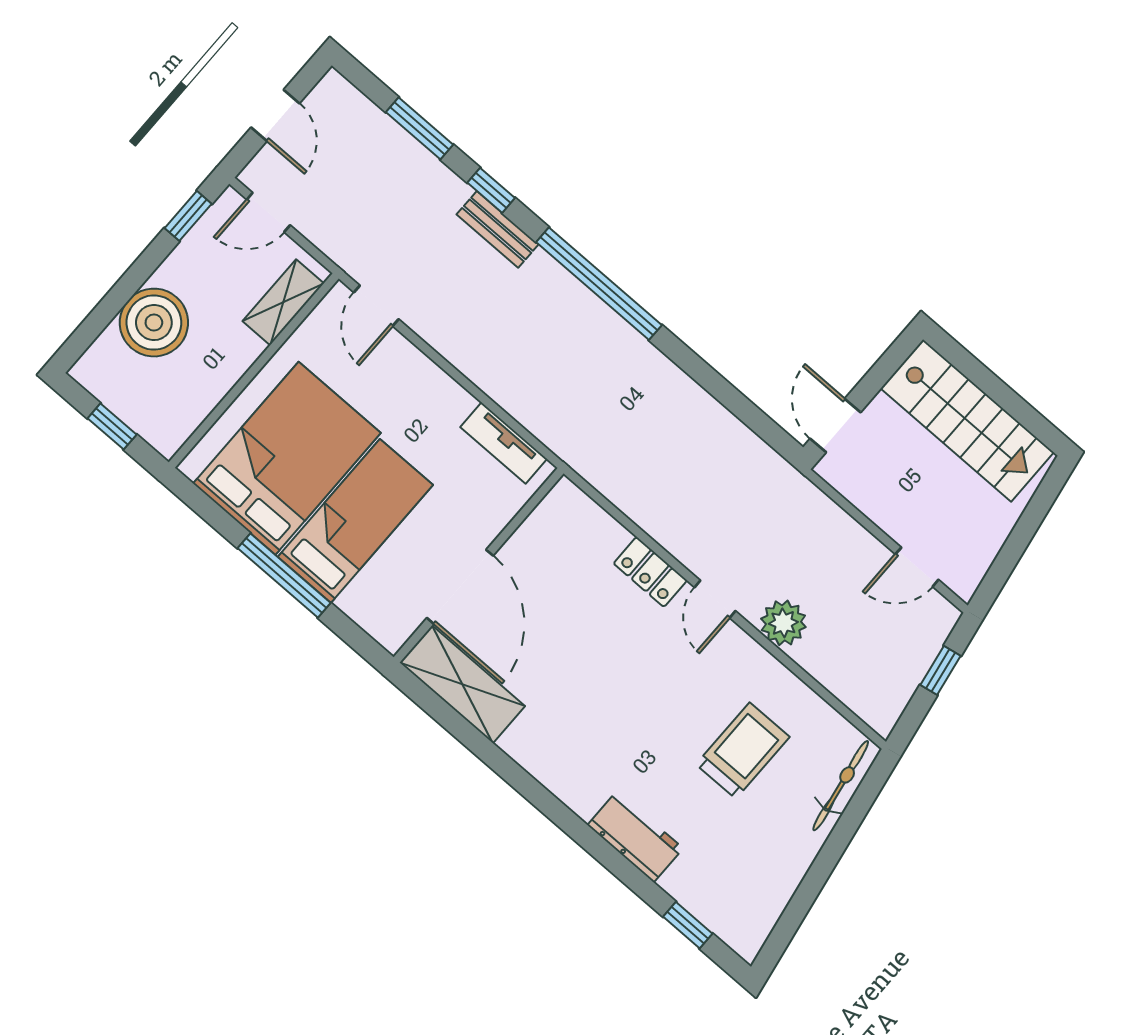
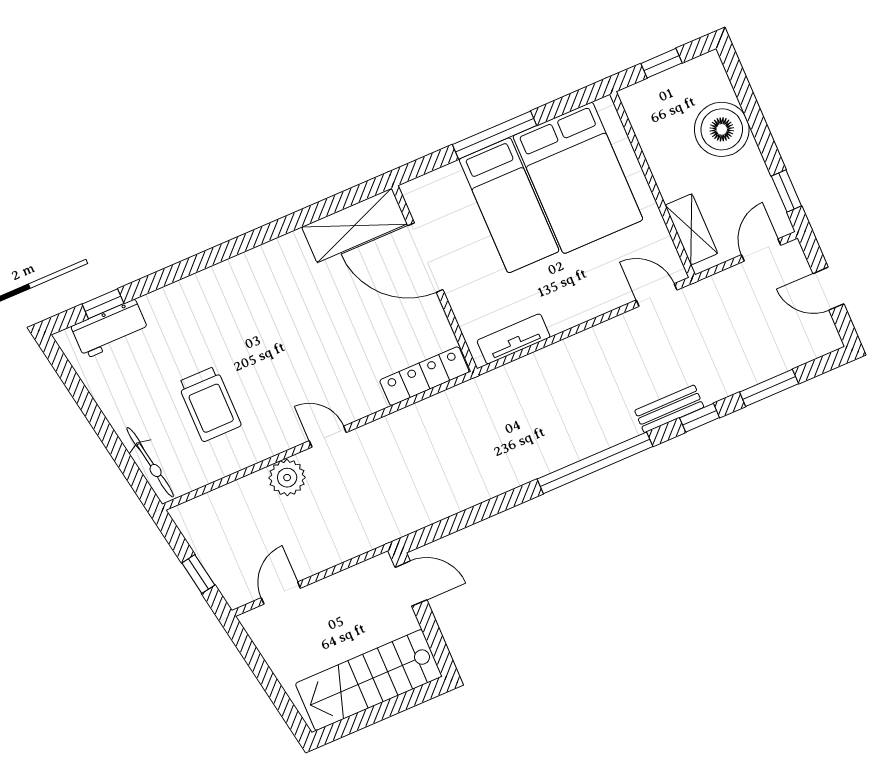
locker: (650, 572) -> (424, 376), moved, width x1.53
workbench: (635, 837) -> (110, 329), moved

